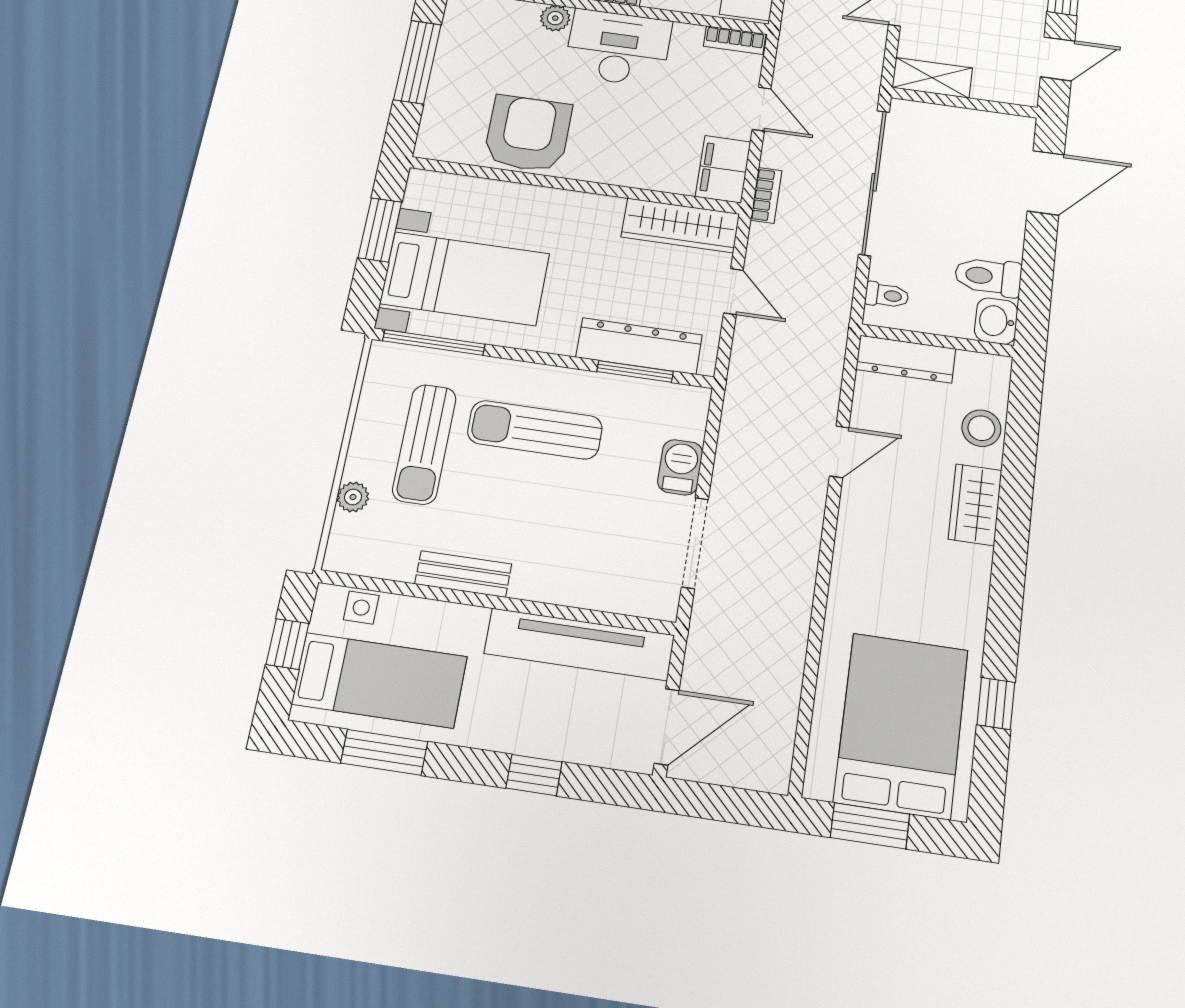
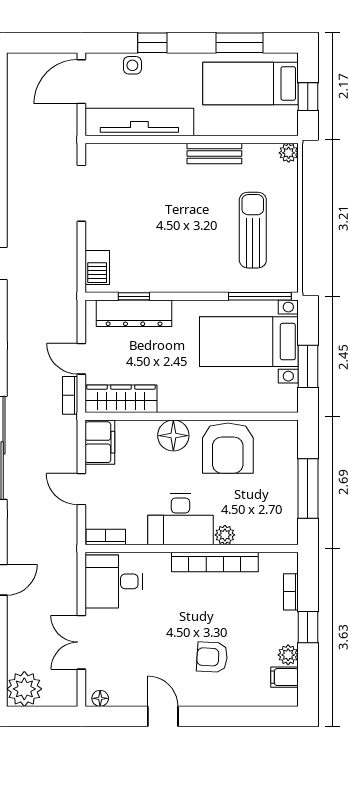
floor lamp: (608, 162) -> (173, 436), added
bookcase: (766, 195) -> (70, 395), moved
window: (635, 371) -> (134, 296), width x0.67
sun lounger: (535, 430) -> (188, 249), removed
barbecue: (680, 467) -> (97, 267), moved
plant: (353, 497) -> (289, 153), moved
side table: (361, 608) -> (132, 65), moved

